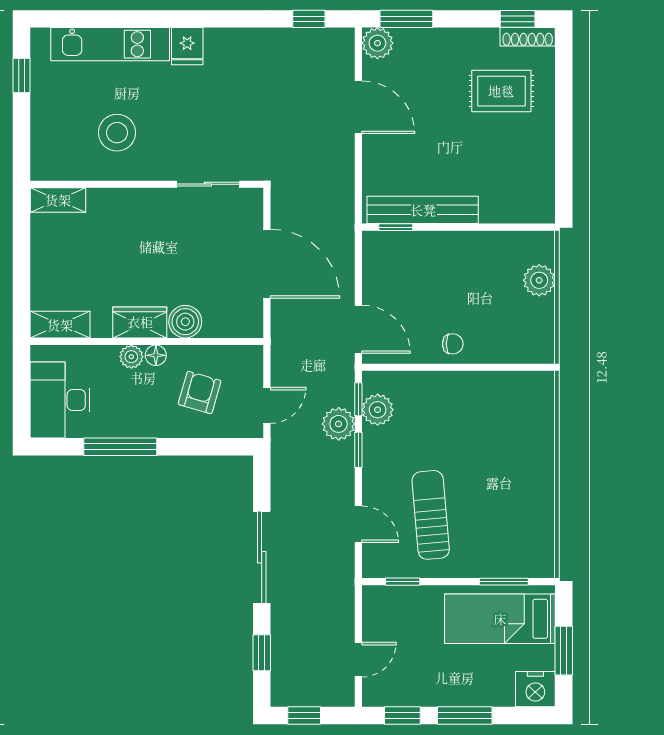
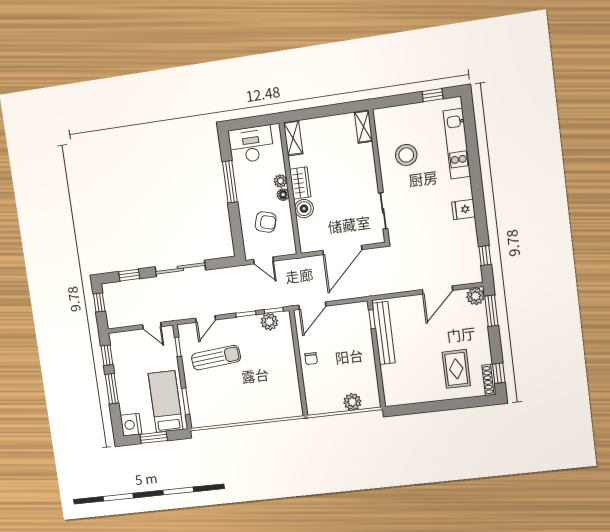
fridge: (187, 46) -> (464, 209), moved
plant: (339, 424) -> (259, 301), removed
door: (358, 660) -> (152, 326), moved

